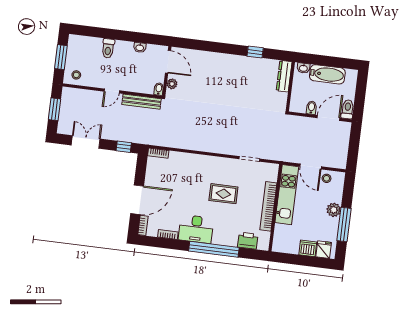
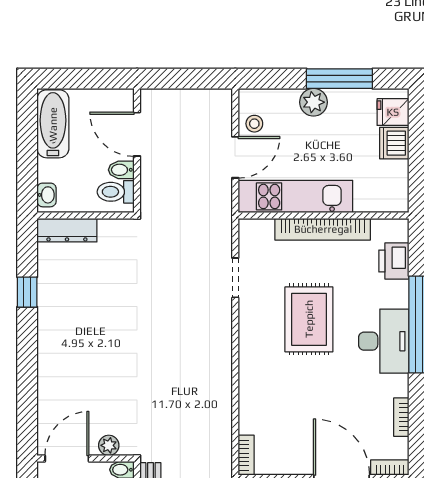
bathtub: (327, 74) -> (53, 124), moved
toilet: (348, 109) -> (116, 192), moved
rug: (223, 194) -> (309, 319), width x1.36, depth x1.43
desk: (196, 229) -> (384, 341), moved

